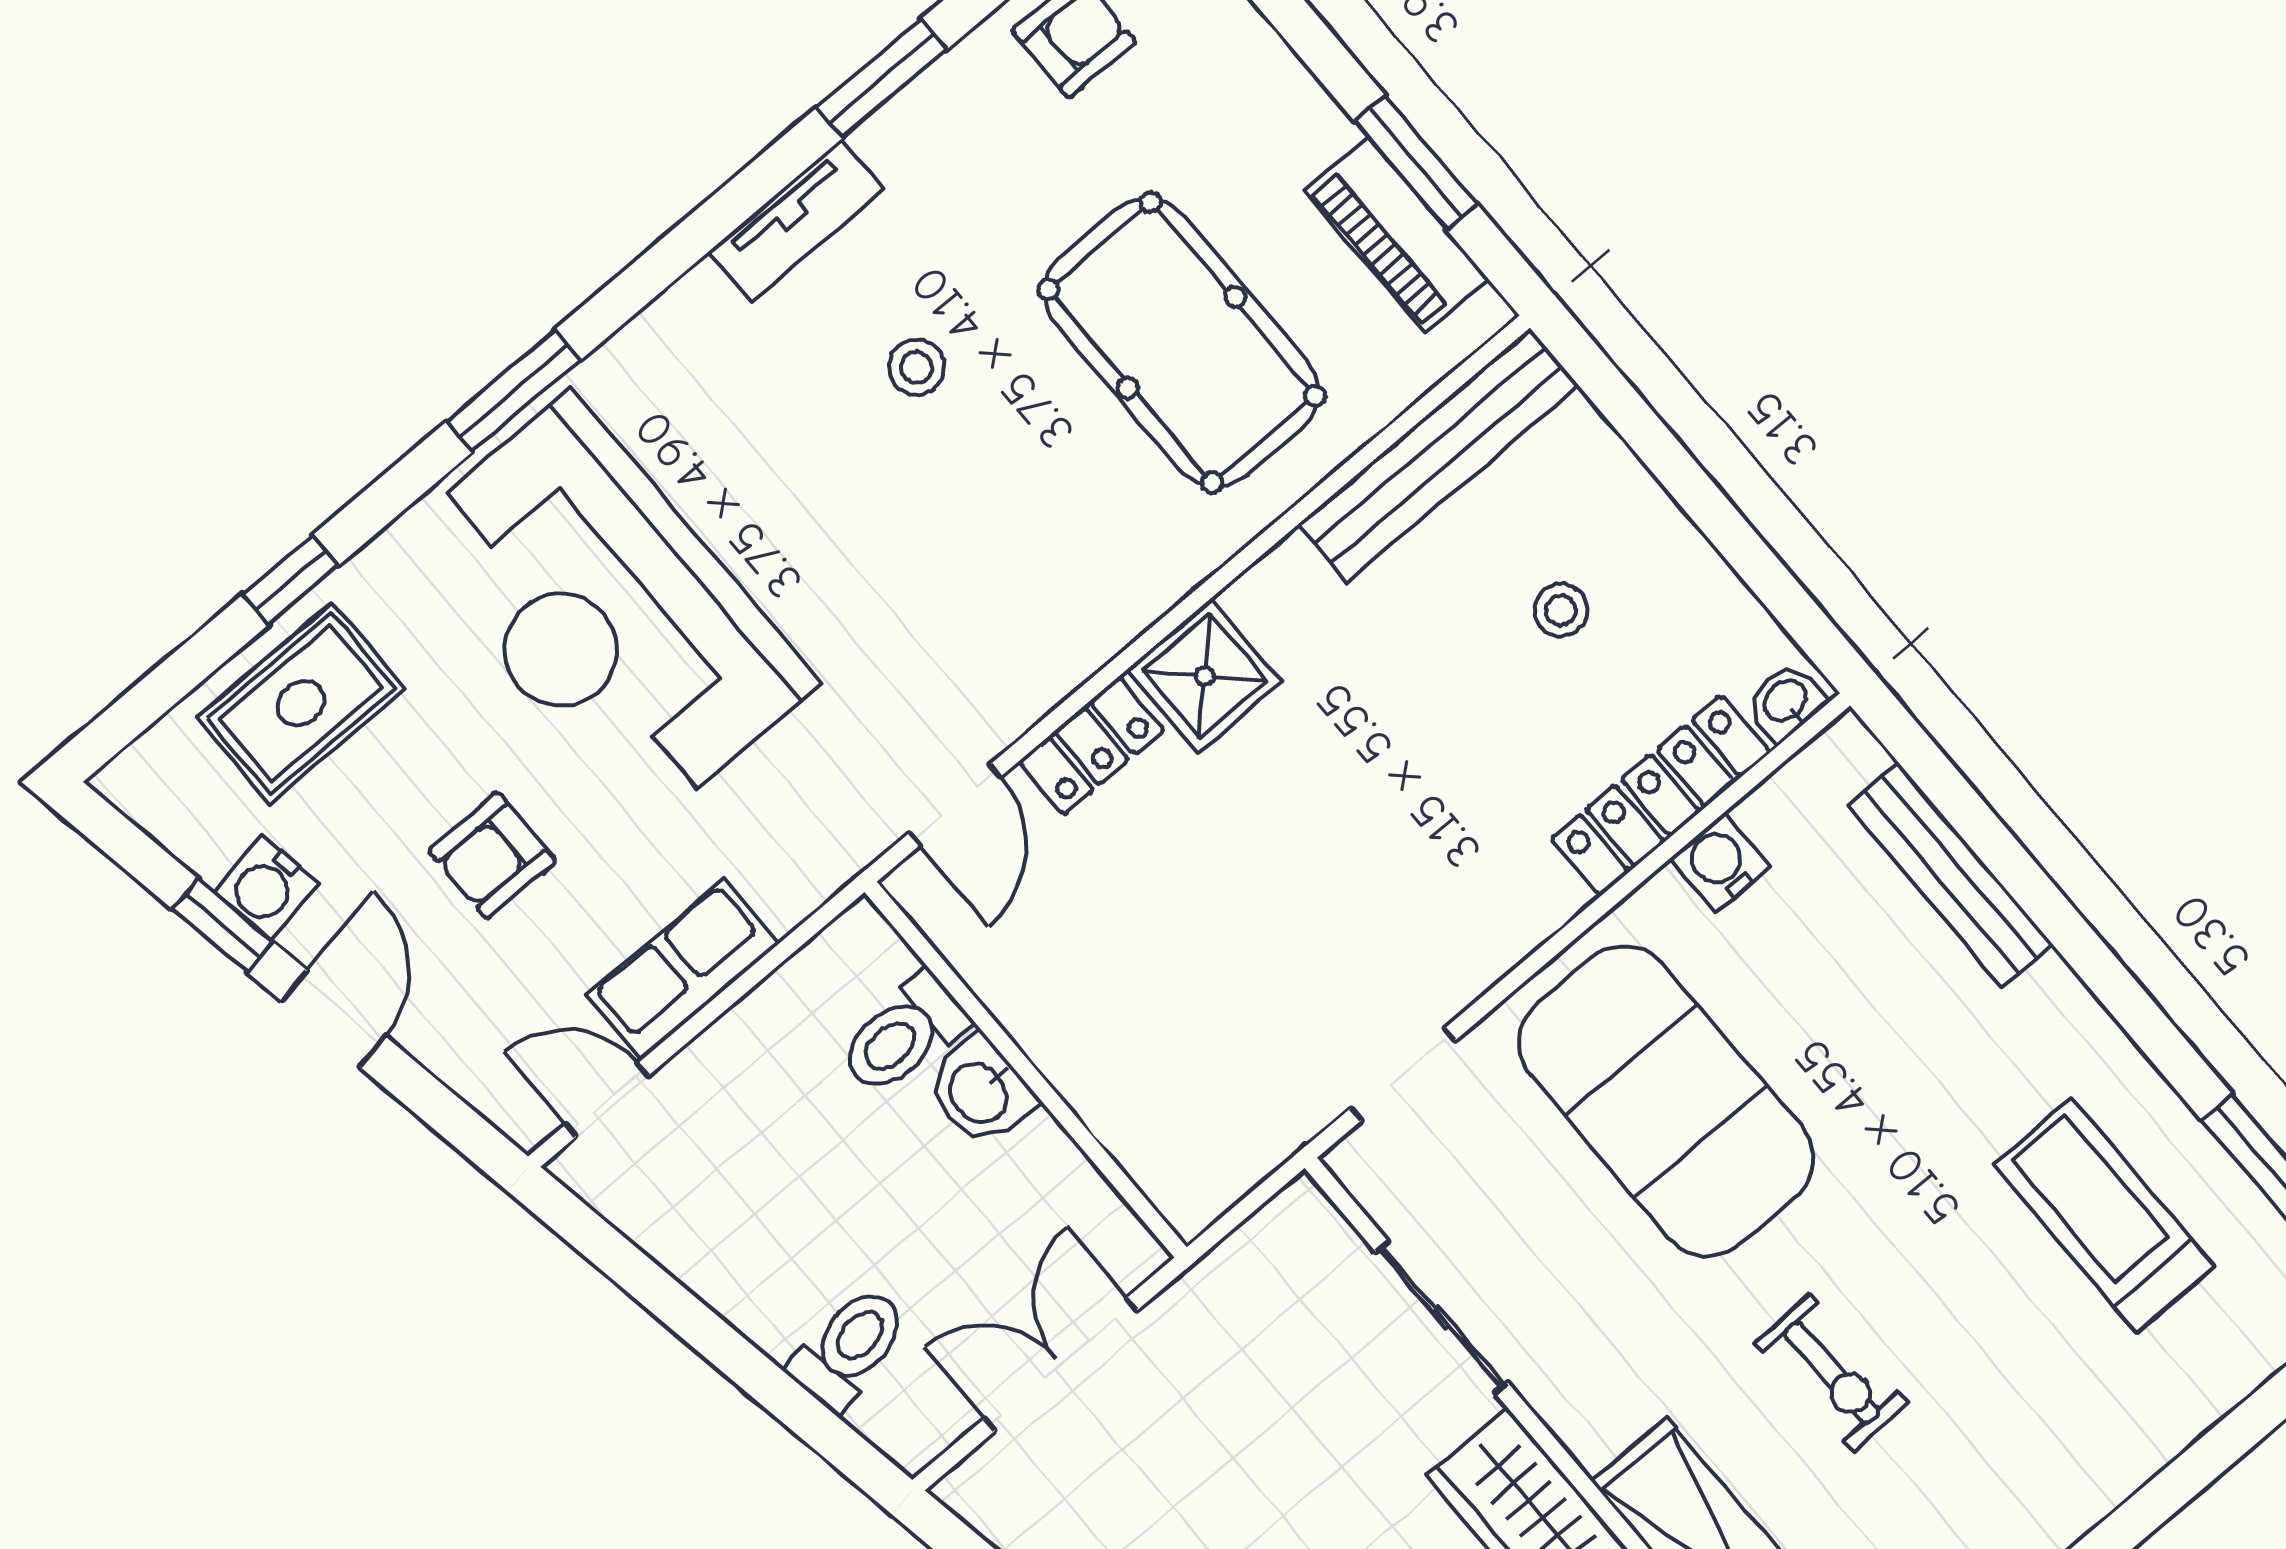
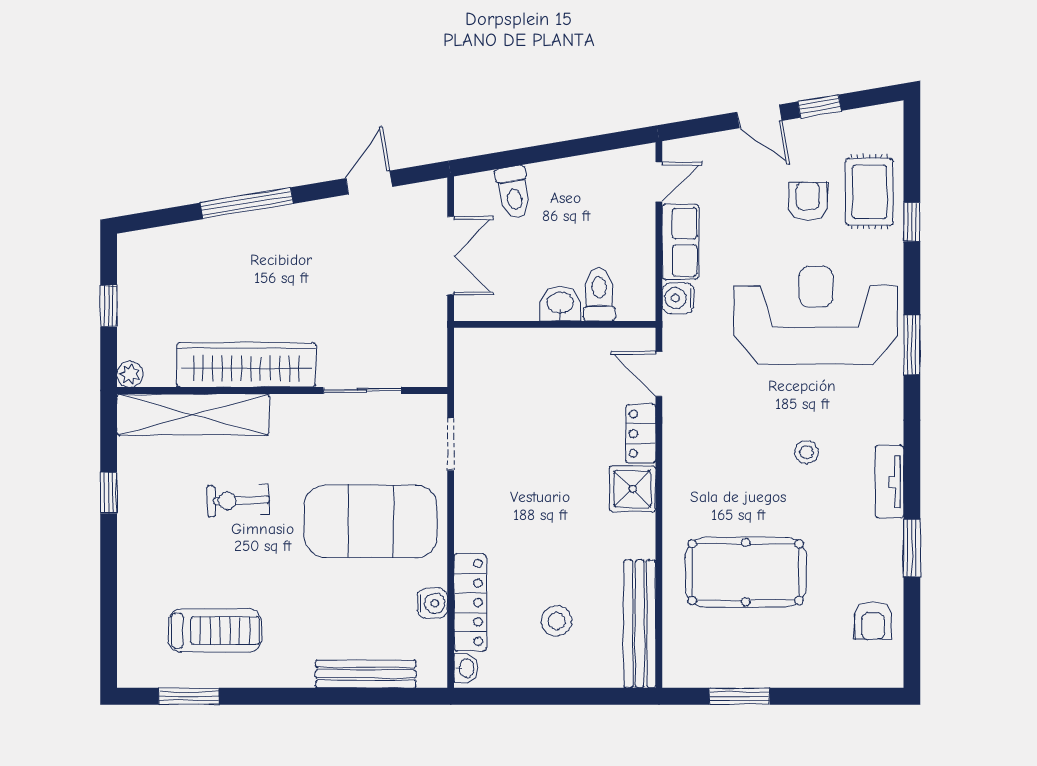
piano: (1397, 235) -> (722, 670), removed
stool: (917, 367) -> (806, 452), moved
stool: (1561, 610) -> (557, 621), width x1.37, depth x1.37
armchair: (492, 855) -> (808, 201), moved
water cooler: (266, 887) -> (678, 298), moved, turned -80

